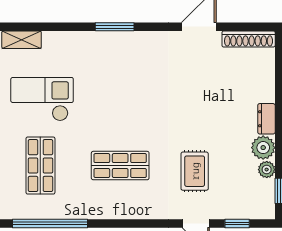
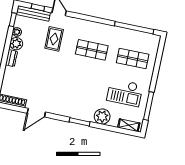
plant: (75, 46) -> (102, 116), added
shop shelf: (40, 166) -> (133, 59), turned 90
bench: (243, 211) -> (33, 13), added

